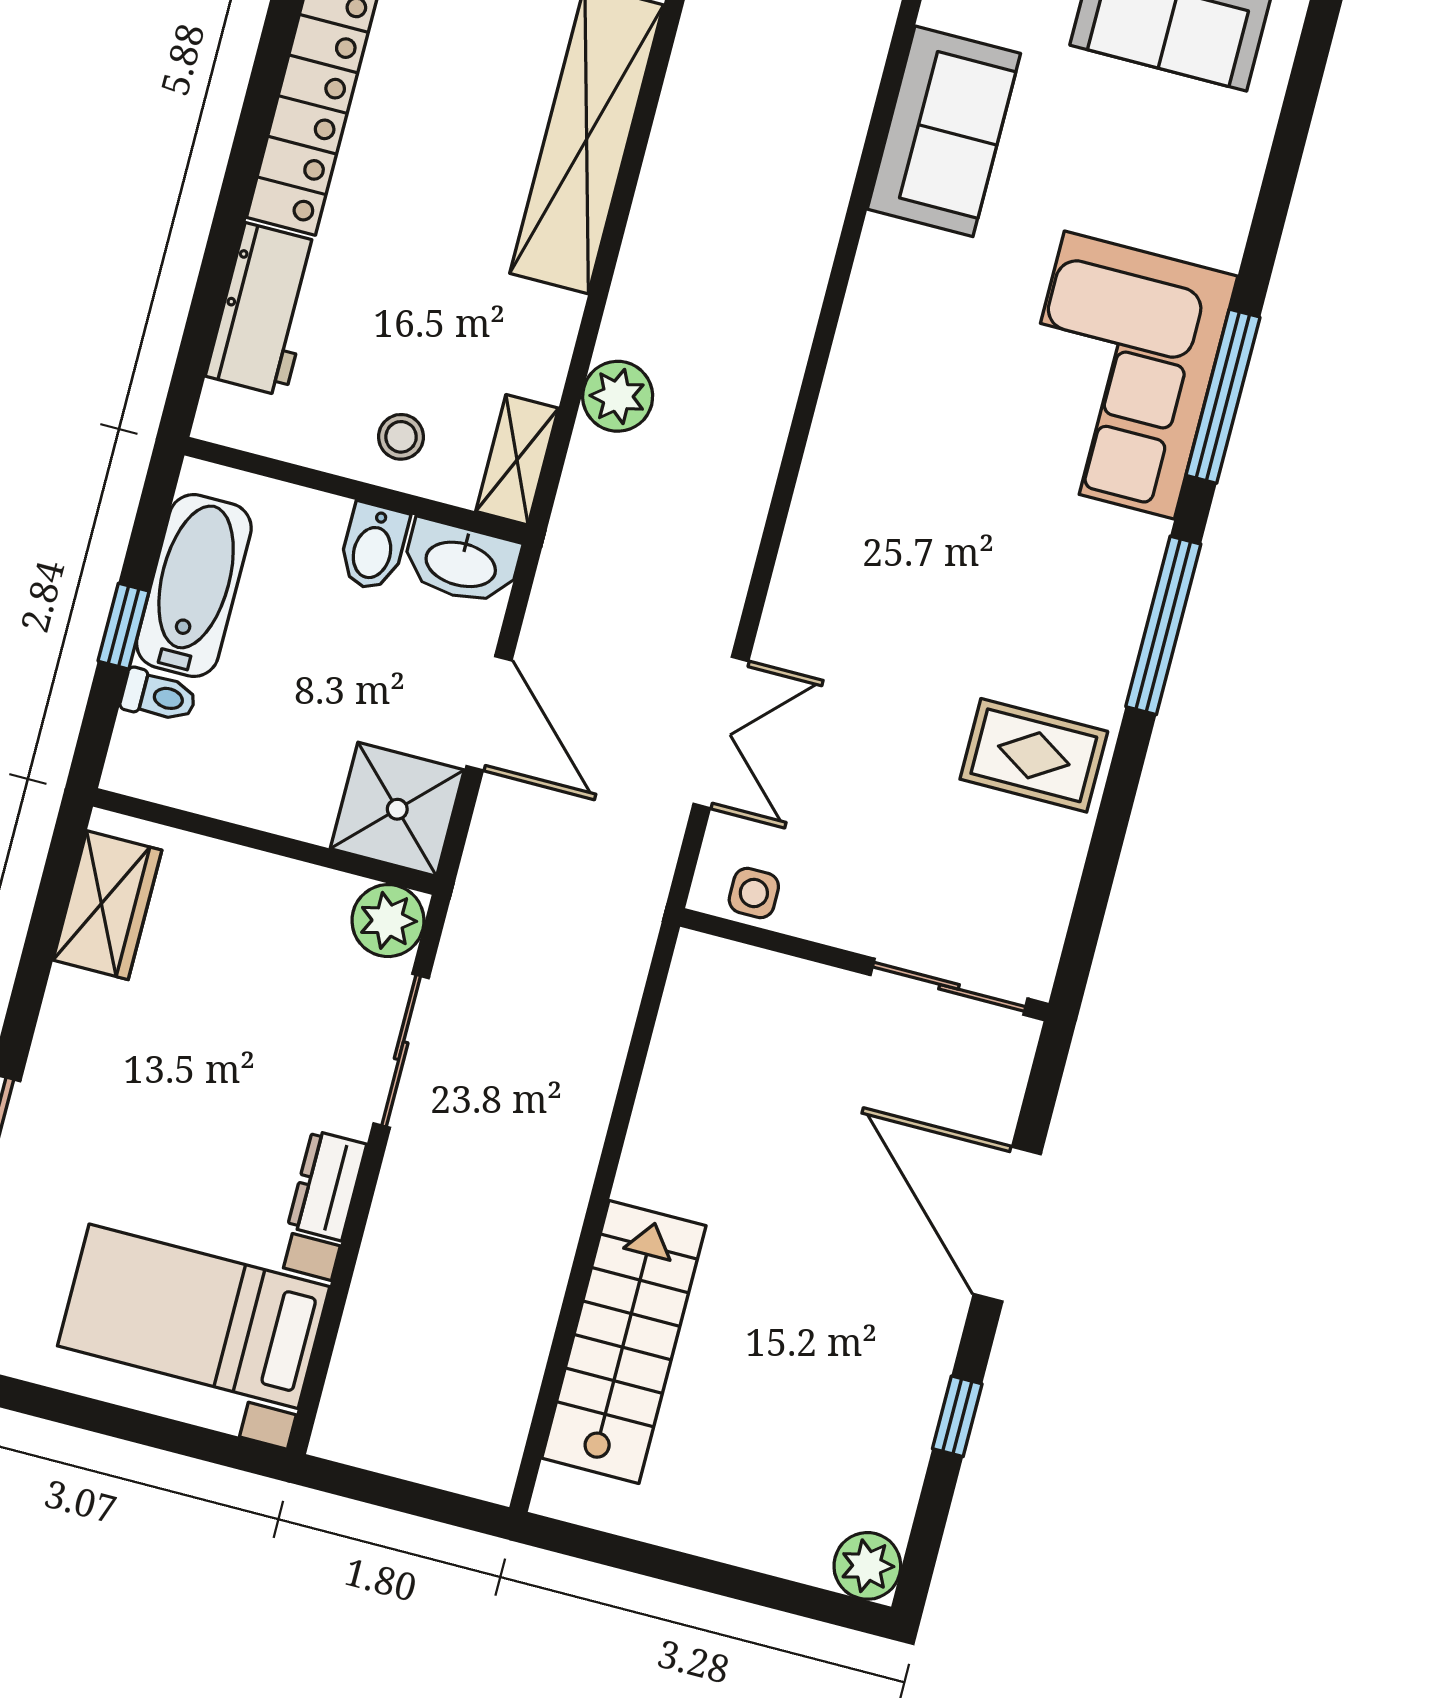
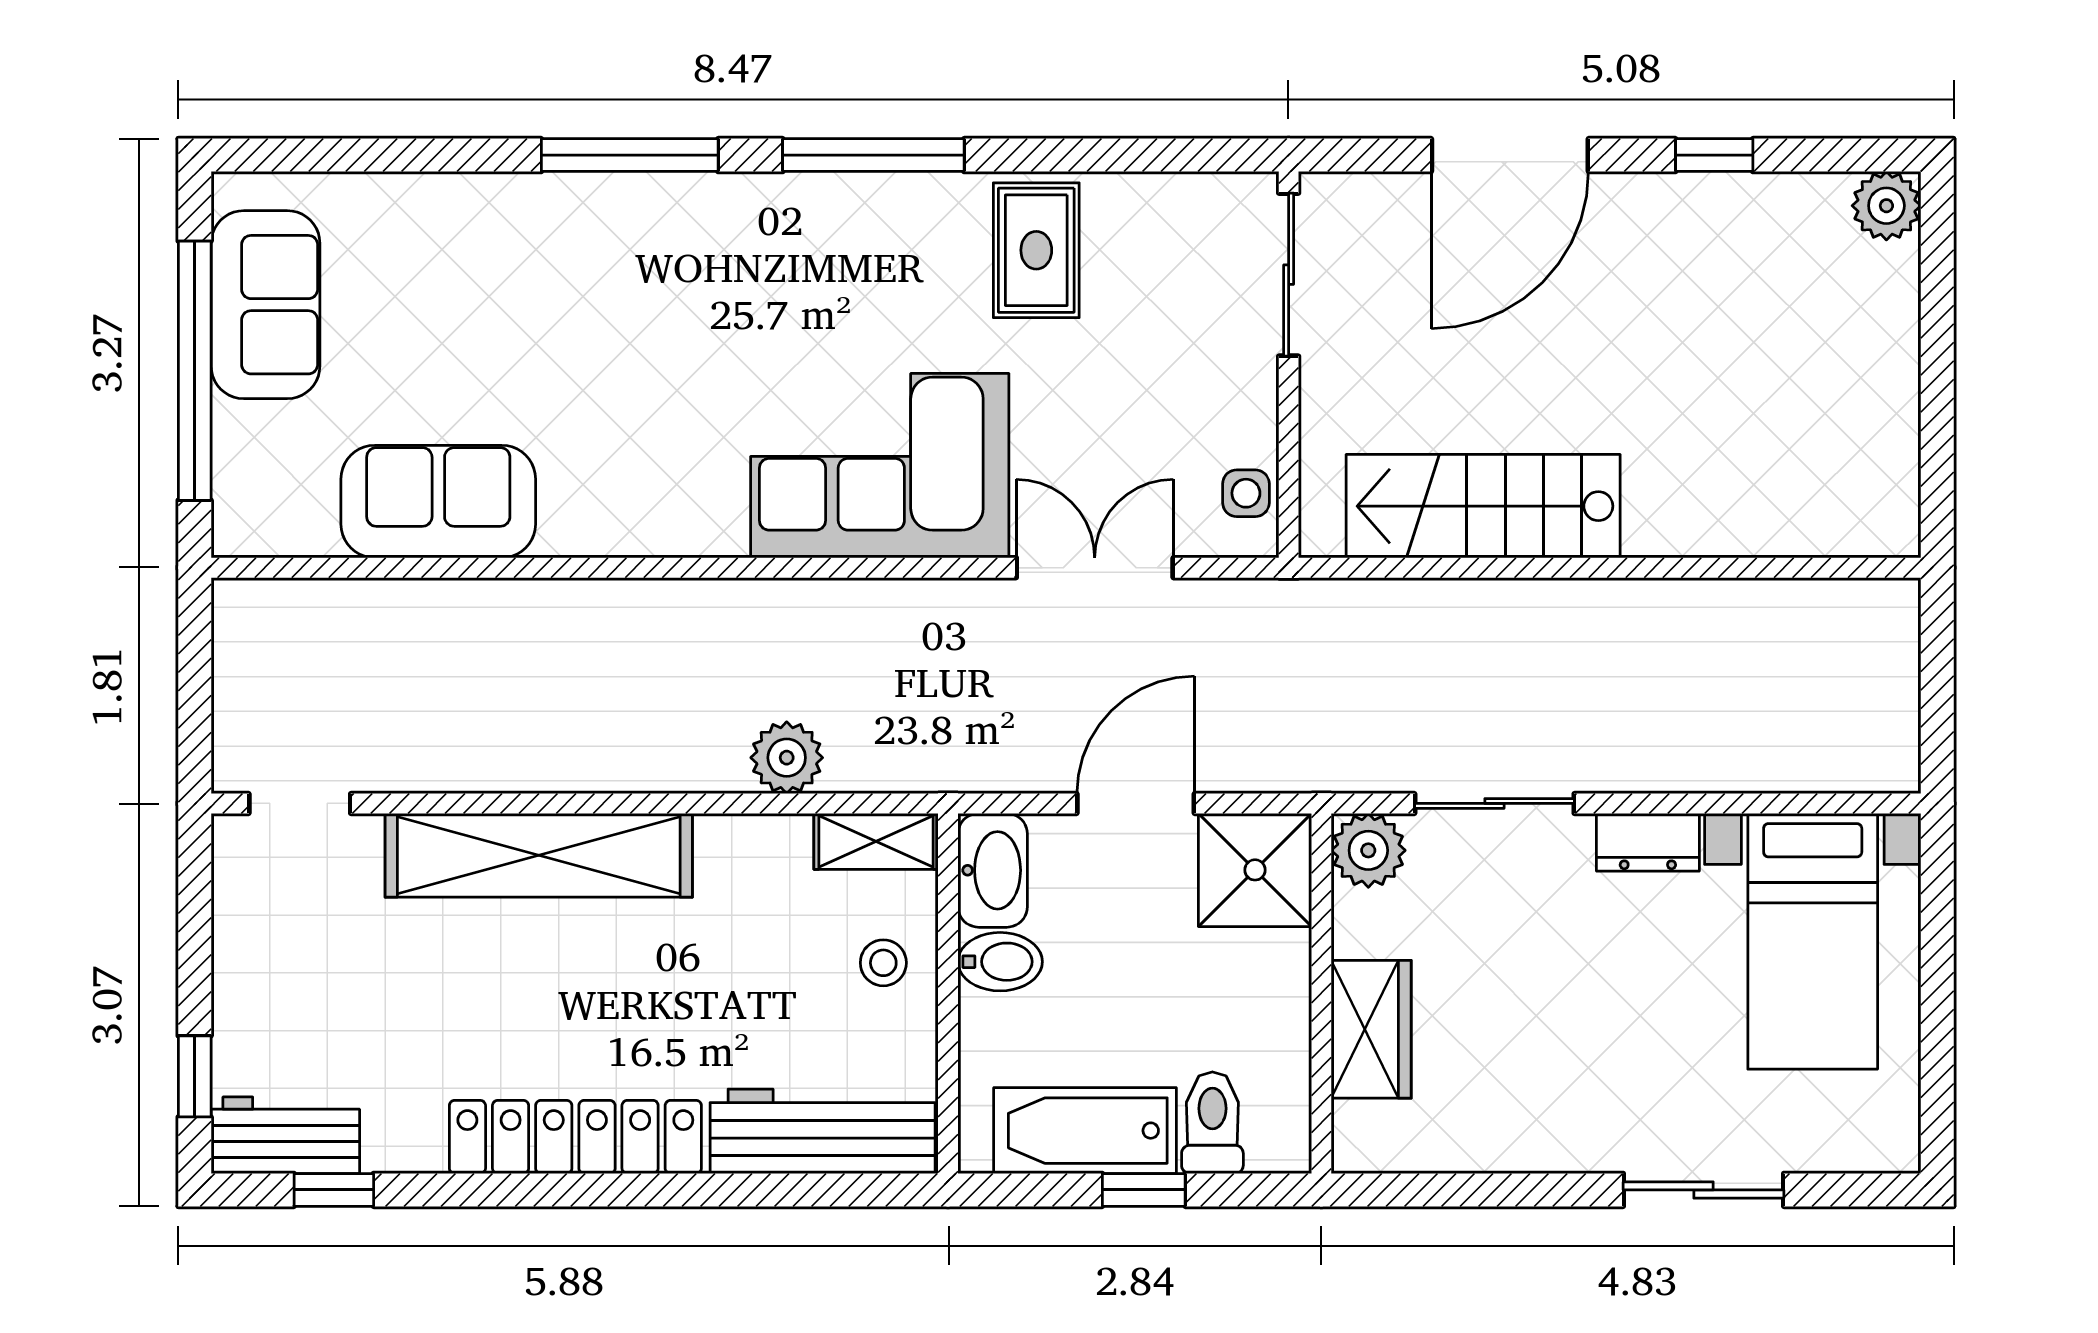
workbench: (265, 310) -> (823, 1131), width x1.37
corner sofa: (1119, 375) -> (880, 466), moved, turned 180
toilet: (159, 696) -> (1212, 1123), width x1.37, depth x1.39
wardrobe: (107, 905) -> (1371, 1029), moved, turned 90
stairs: (624, 1342) -> (1483, 506), moved

